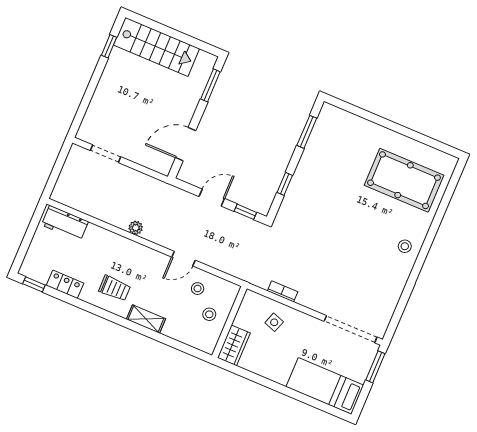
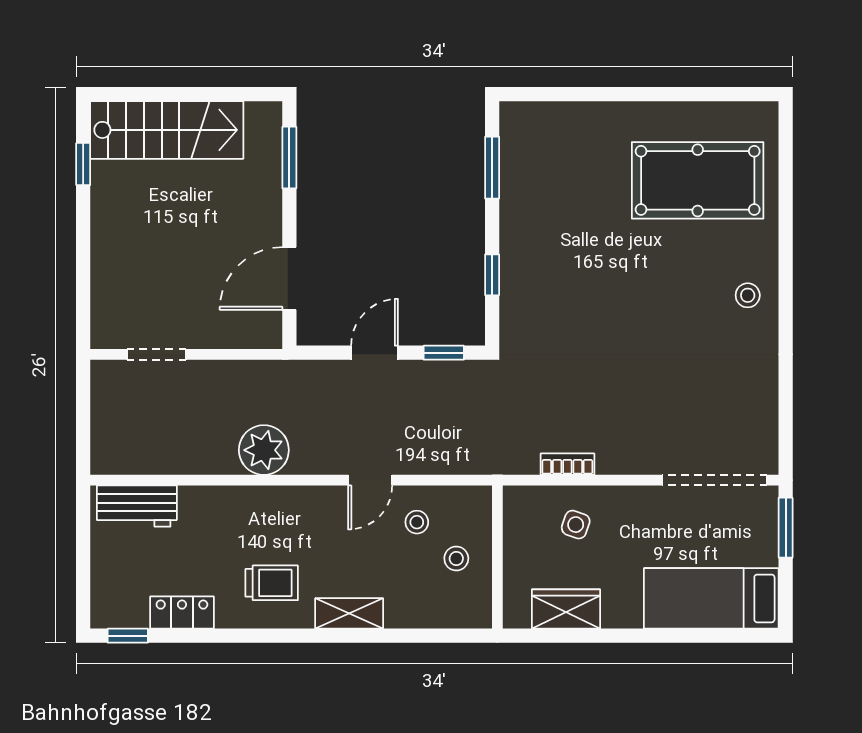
plant: (136, 228) -> (264, 450), width x1.87, depth x1.87
wardrobe: (234, 345) -> (566, 609), moved, turned -90

